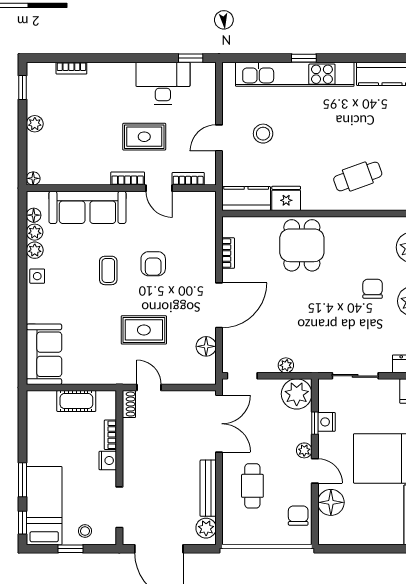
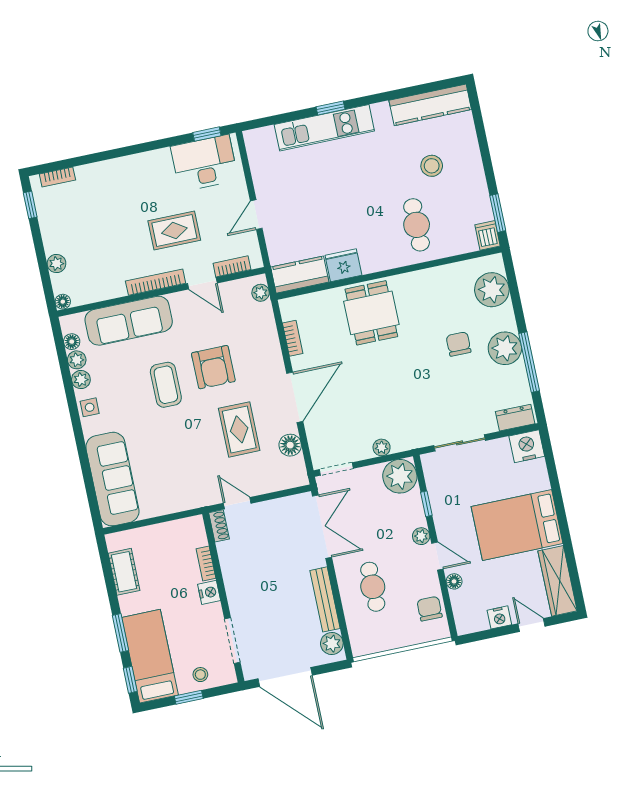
bookcase: (71, 68) -> (57, 177), moved
kitchen unit: (295, 74) -> (324, 128), width x0.73
desk: (163, 83) -> (204, 163), moved
plant: (35, 124) -> (56, 264), moved
stool: (263, 134) -> (432, 166), moved
cafe table: (358, 176) -> (417, 225), turned -70
bookcase: (128, 179) -> (156, 282), width x1.56
plant: (208, 207) -> (261, 293), added
armchair: (153, 264) -> (213, 367), width x1.38, depth x1.38
coffee table: (108, 270) -> (166, 385), width x1.36, depth x1.30
rug: (144, 330) -> (239, 429), moved, turned 90
sofa: (44, 354) -> (112, 479), width x1.36
cot: (76, 401) -> (124, 572), moved, turned 90
nightstand: (326, 422) -> (499, 617), moved, turned -90
floor lamp: (331, 502) -> (454, 581), width x0.53, depth x0.53
door: (385, 549) -> (532, 625), added

